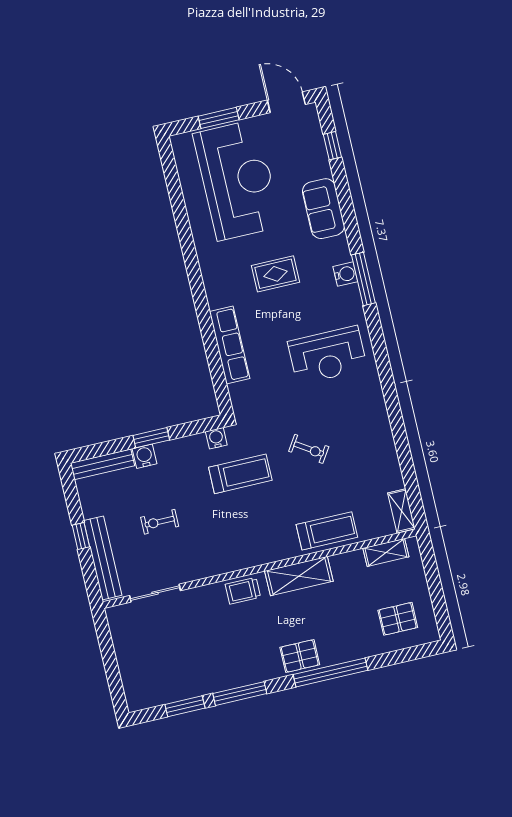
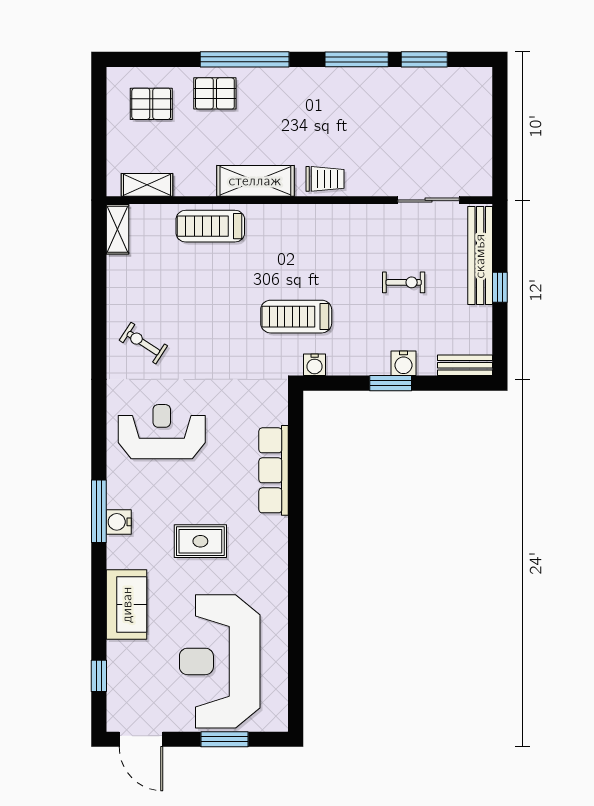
exercise bike: (309, 449) -> (143, 343), moved
bench: (102, 464) -> (465, 365), width x0.73
pallet: (300, 656) -> (215, 93), moved

